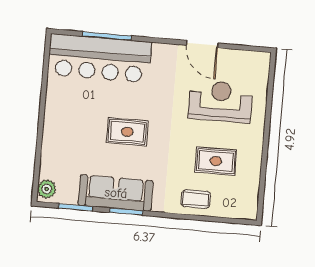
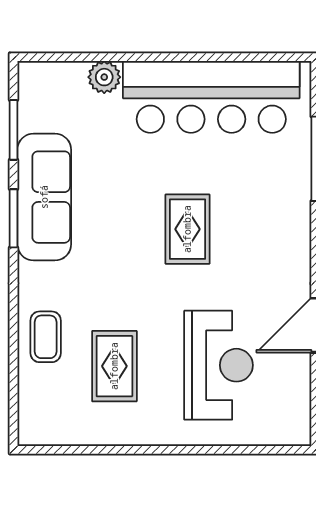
bar counter: (100, 58) -> (211, 97), moved, turned -90
rug: (127, 132) -> (187, 229), moved
plant: (47, 189) -> (104, 77), moved

